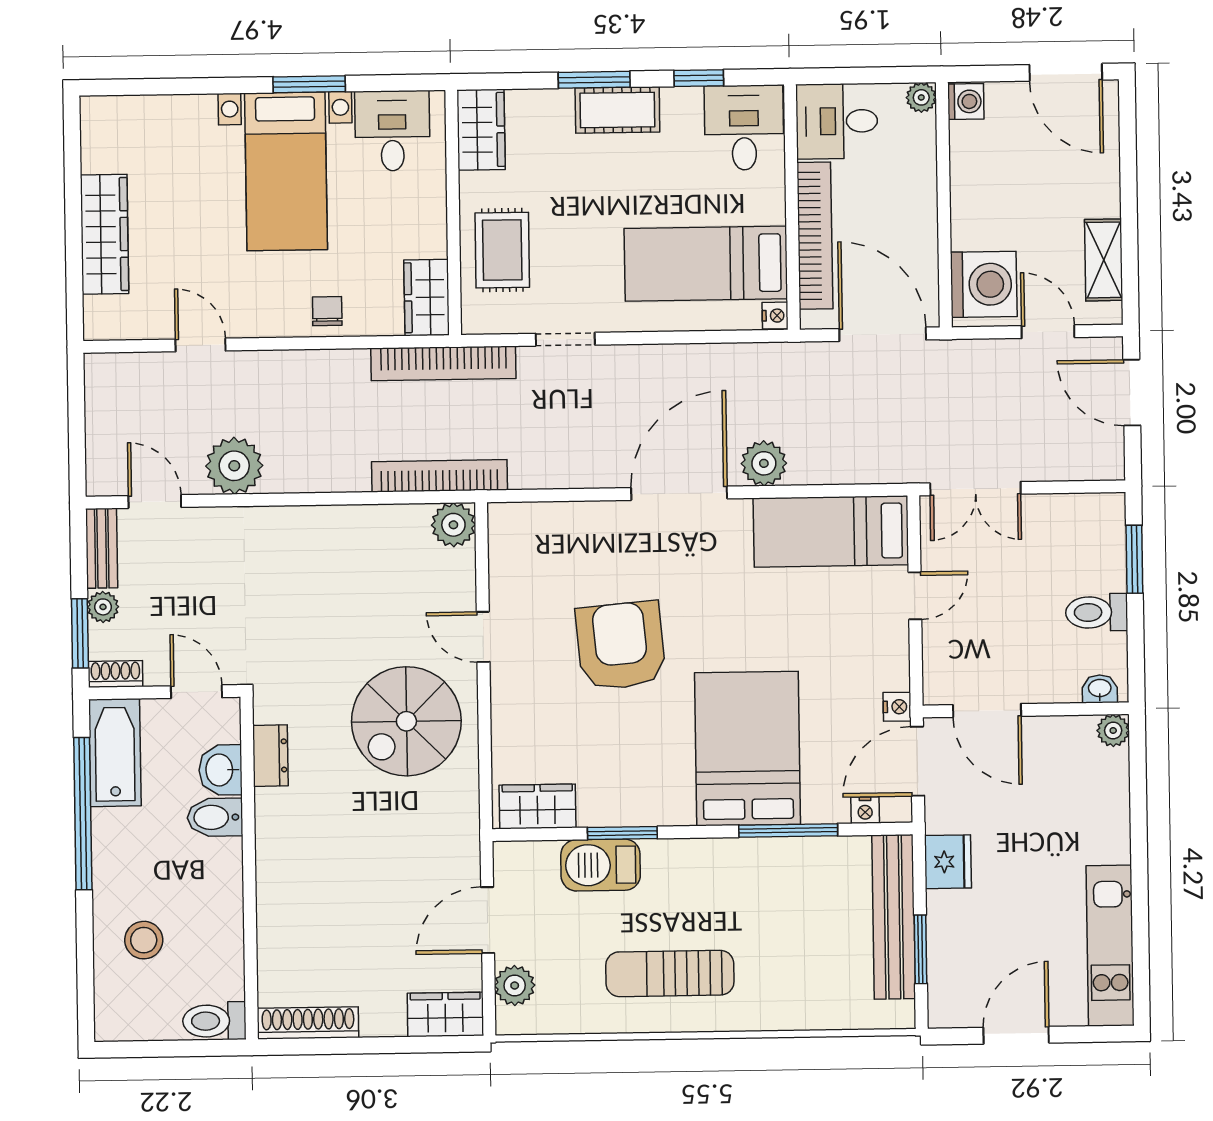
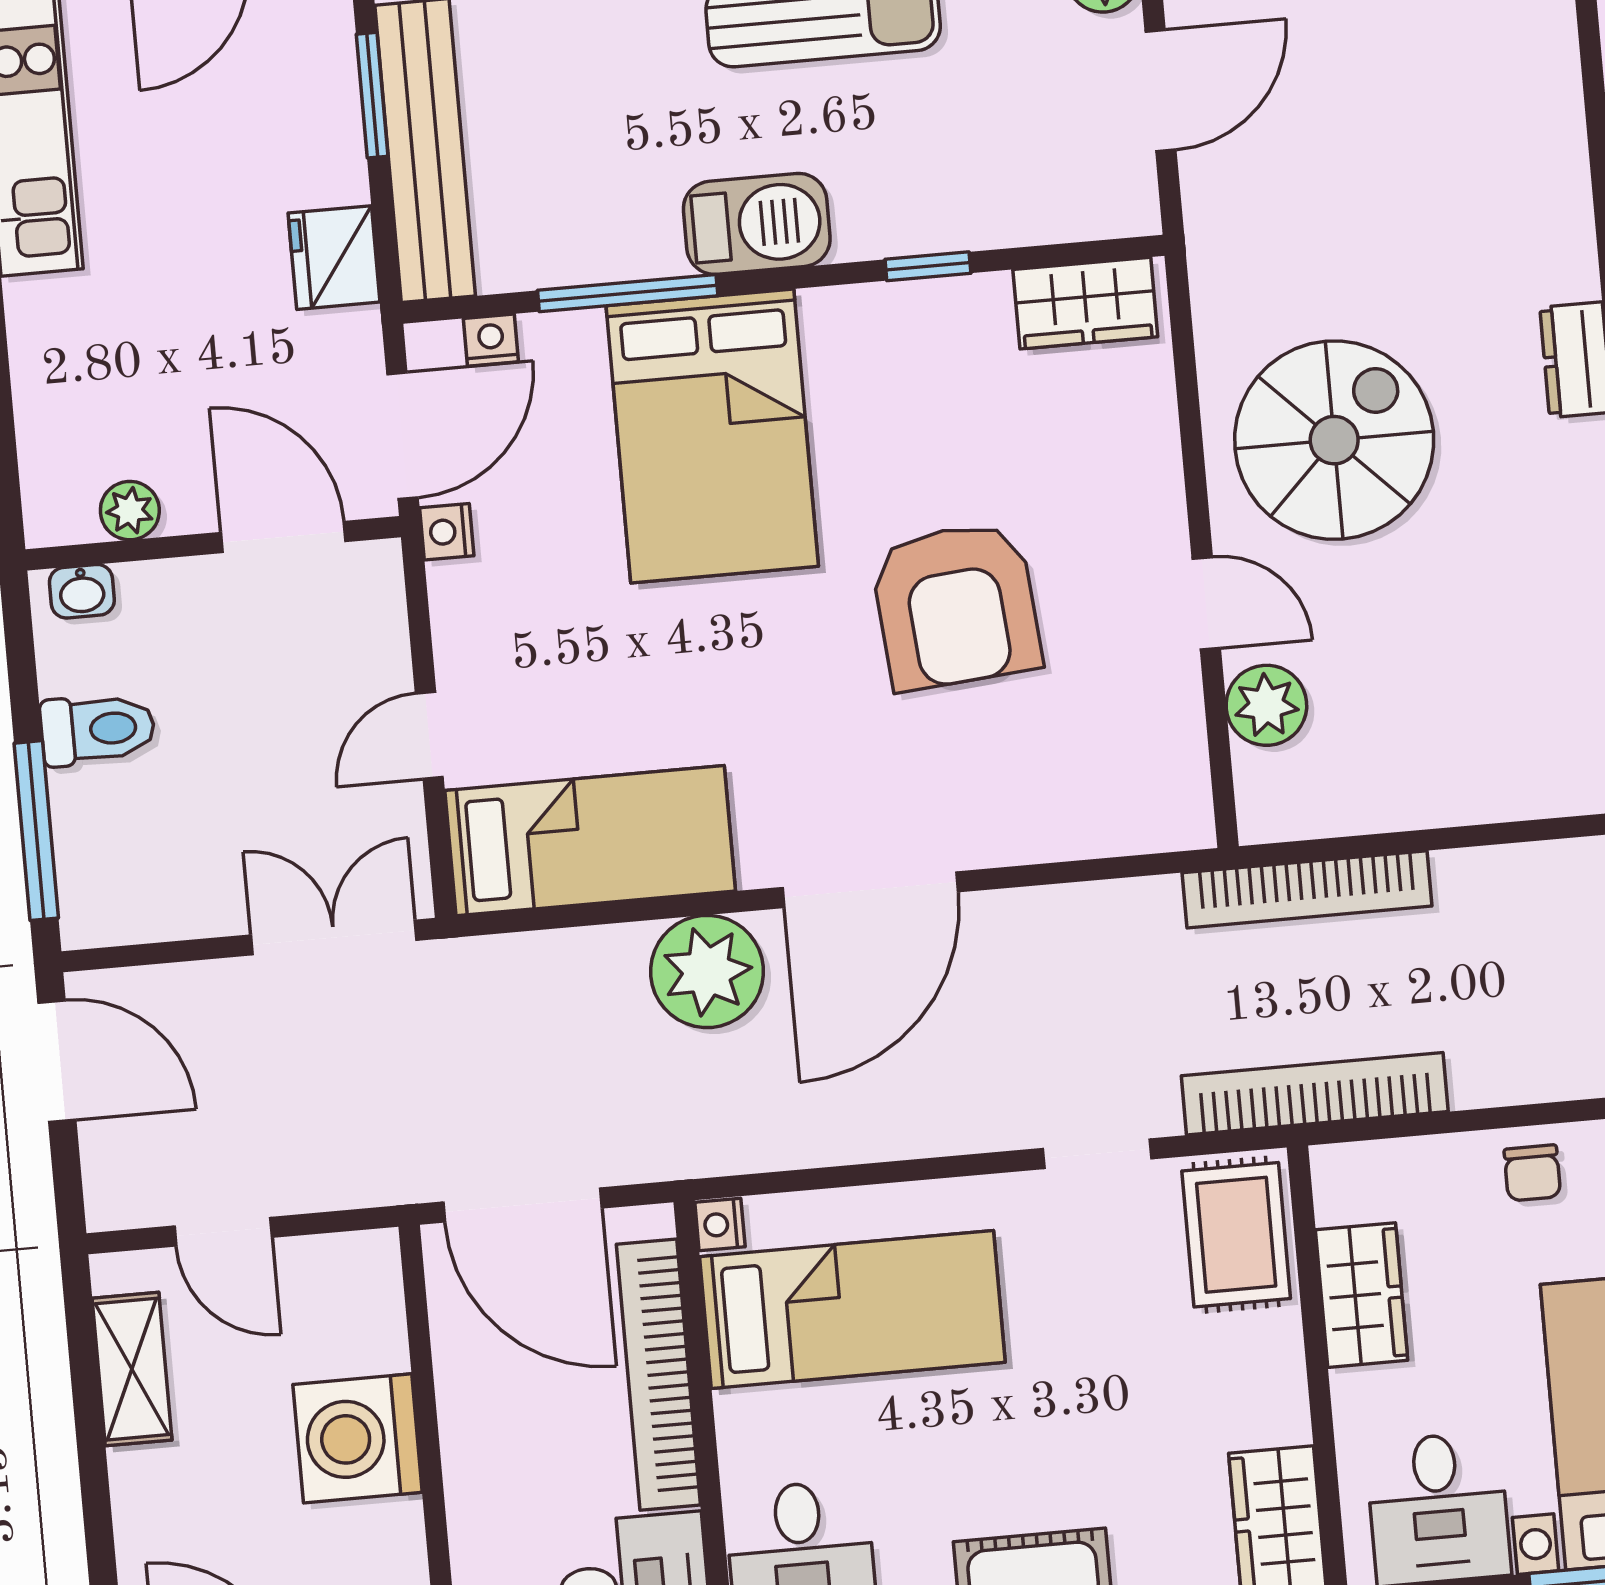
rug: (502, 250) -> (1236, 1235), moved
washing machine: (984, 284) -> (358, 1438), moved
wardrobe: (427, 298) -> (1362, 1295), moved
door: (1132, 393) -> (57, 1061), moved
plant: (764, 463) -> (707, 971), width x1.36, depth x1.36
plant: (453, 525) -> (1266, 705), moved
window: (1134, 559) -> (36, 831), width x1.44
plant: (1113, 730) -> (130, 511), moved
window: (622, 833) -> (928, 266), width x0.67
barbecue: (601, 865) -> (757, 224), moved

